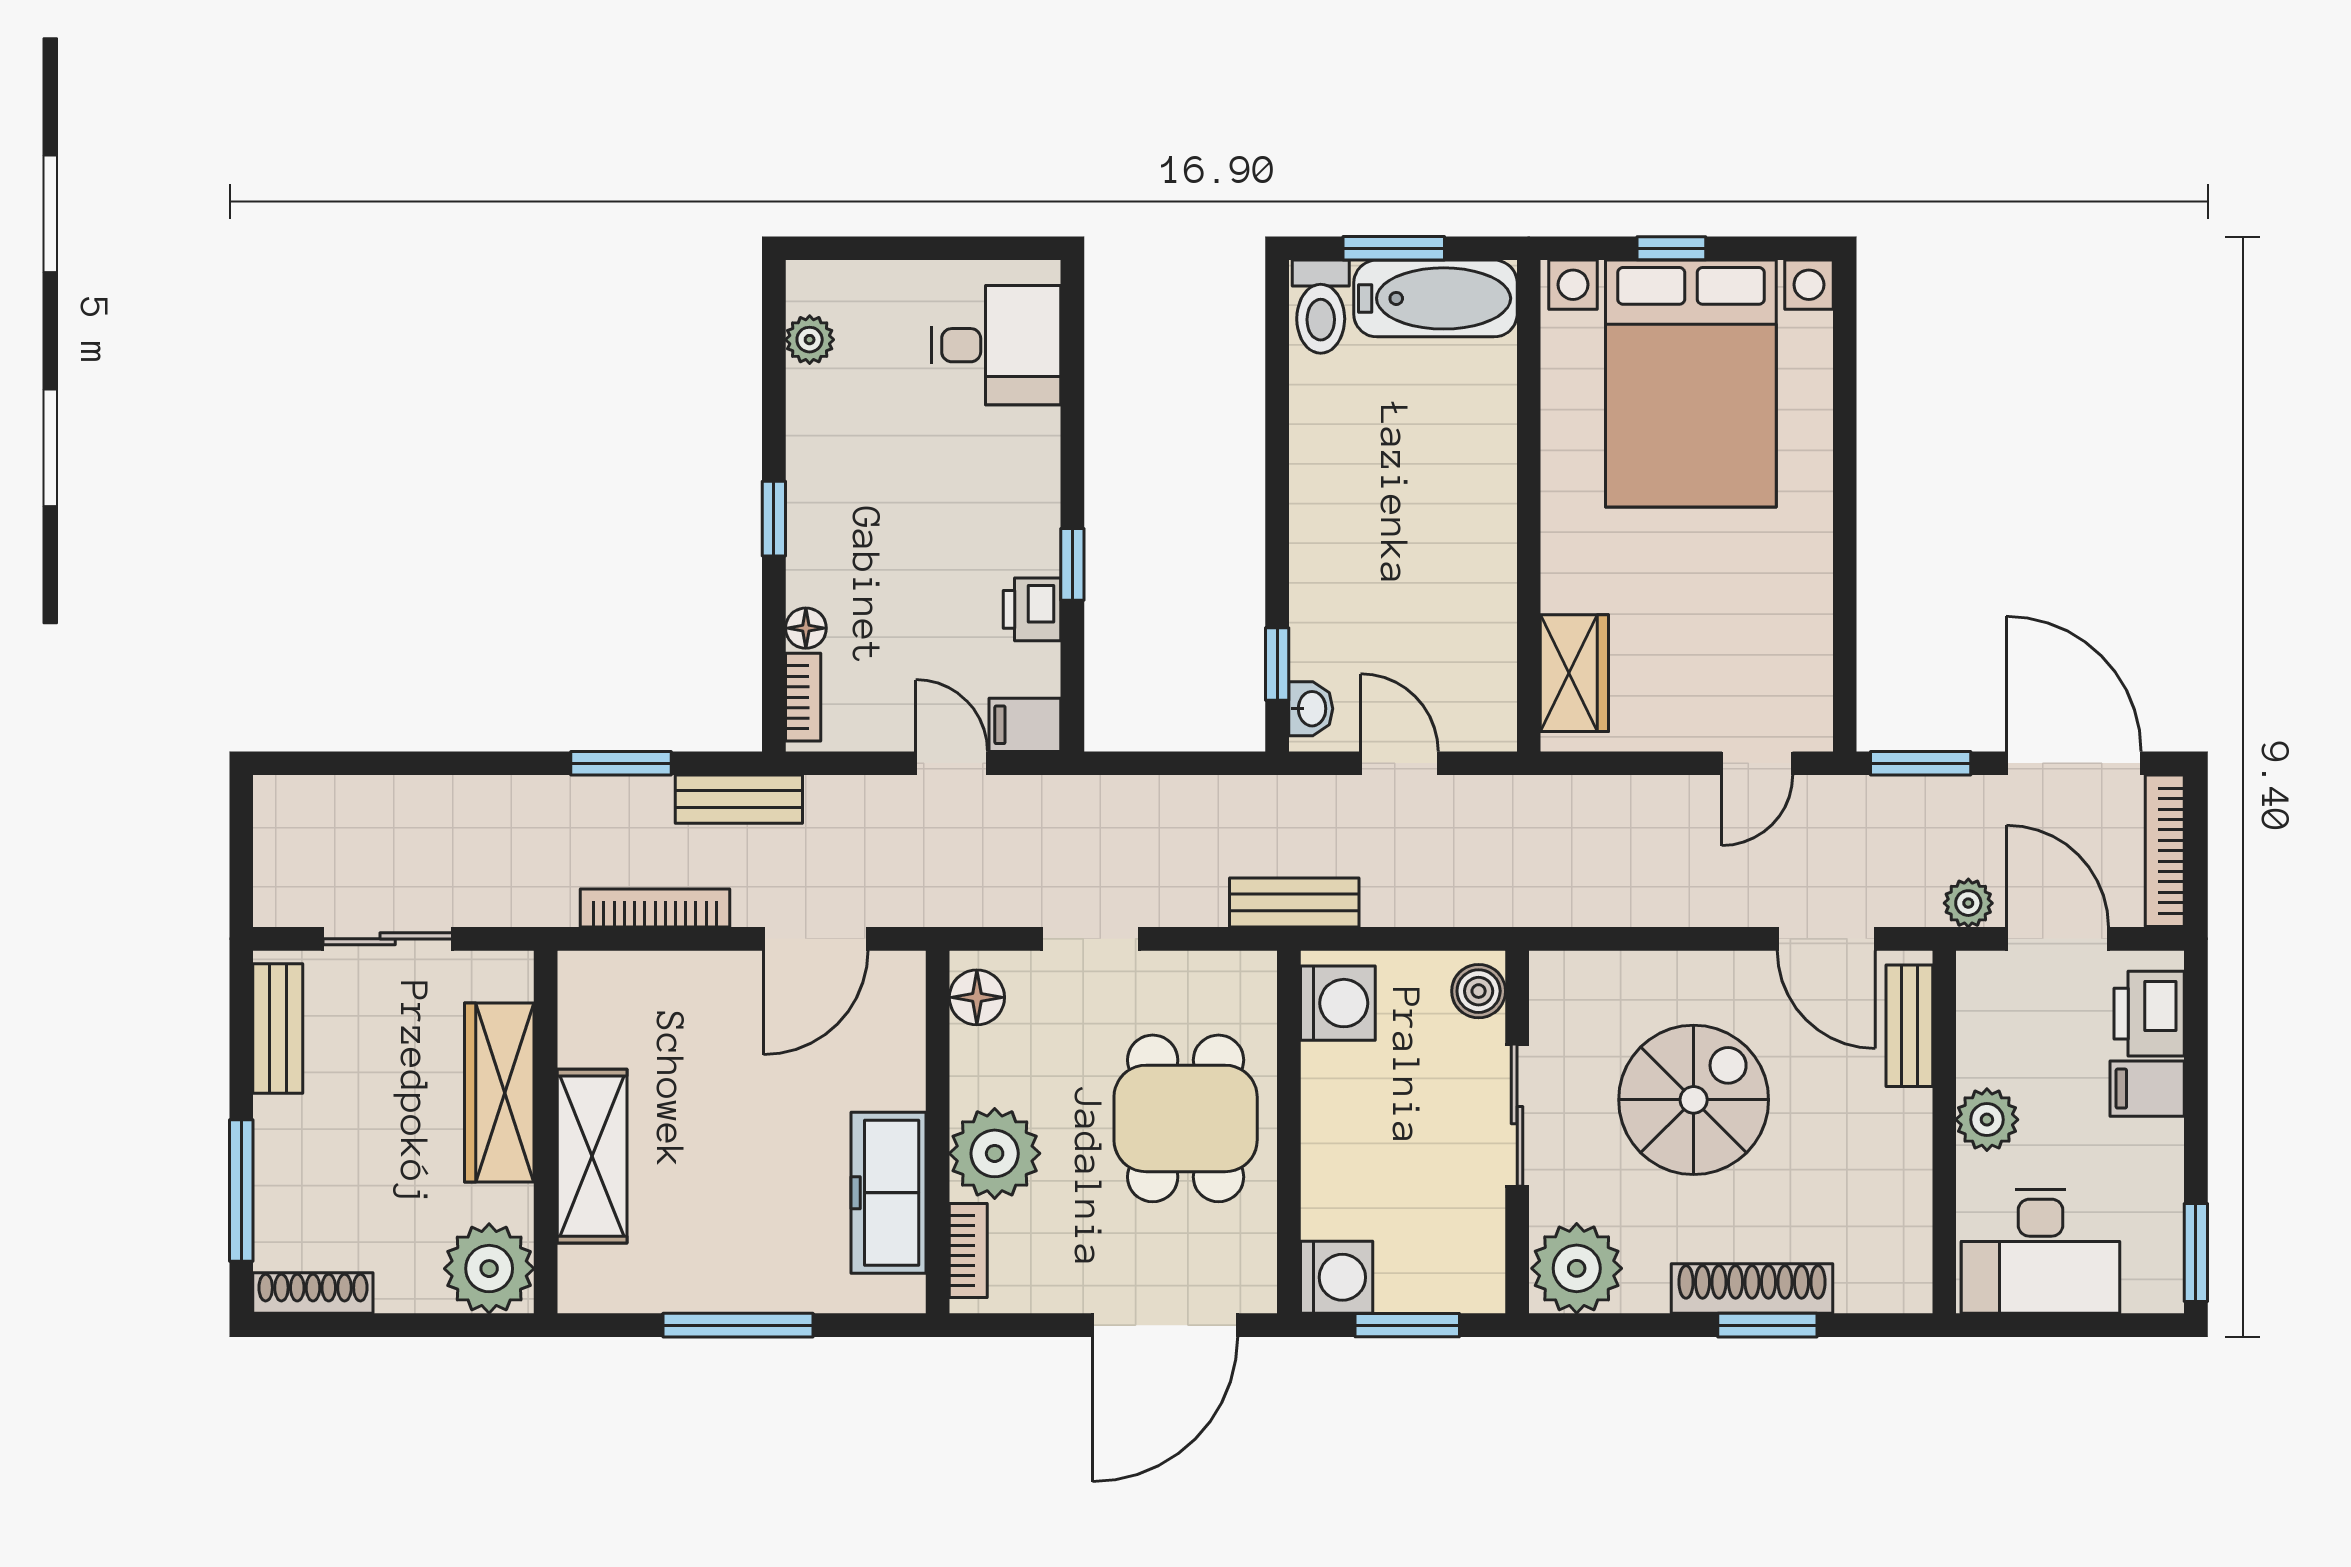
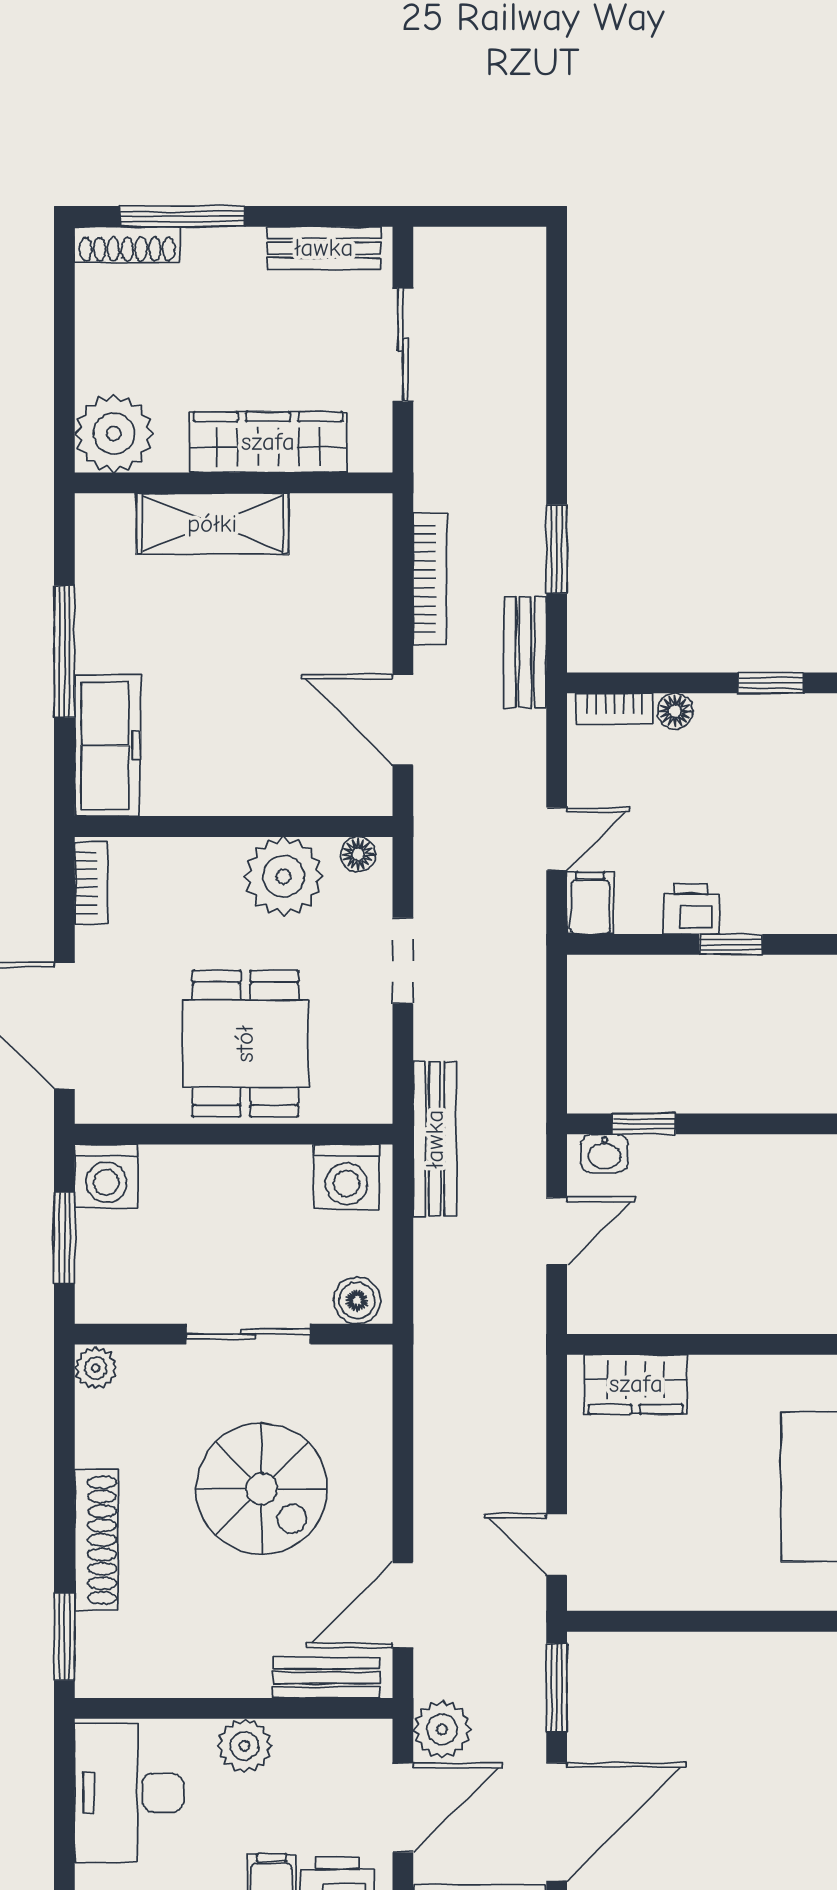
bench: (1294, 902) -> (435, 1139), width x1.36
plant: (1968, 903) -> (442, 1729), width x1.38, depth x1.38
floor lamp: (977, 997) -> (358, 854), width x0.73, depth x0.73
dining table: (1186, 1118) -> (245, 1044), turned 90
plant: (995, 1153) -> (284, 876), moved
freezer: (889, 1193) -> (107, 746), moved, turned 90
bookcase: (968, 1251) -> (91, 883), moved, turned -90
plant: (1577, 1268) -> (96, 1368), width x0.53, depth x0.53
shoe rack: (313, 1293) -> (127, 244), moved, turned 90
window: (1767, 1325) -> (64, 1637), moved

